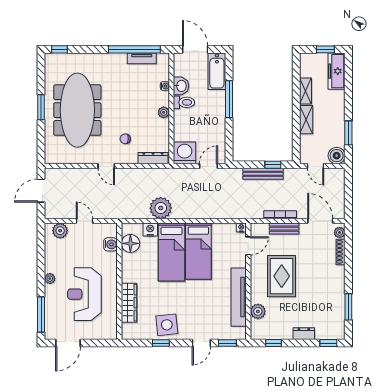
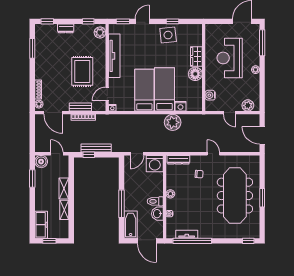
door: (41, 191) -> (262, 135), swing flipped
floor lamp: (130, 243) -> (195, 74), moved
reception desk: (84, 294) -> (230, 58), turned 180
wardrobe: (129, 303) -> (196, 56), width x0.67
plant: (258, 311) -> (100, 33), moved

